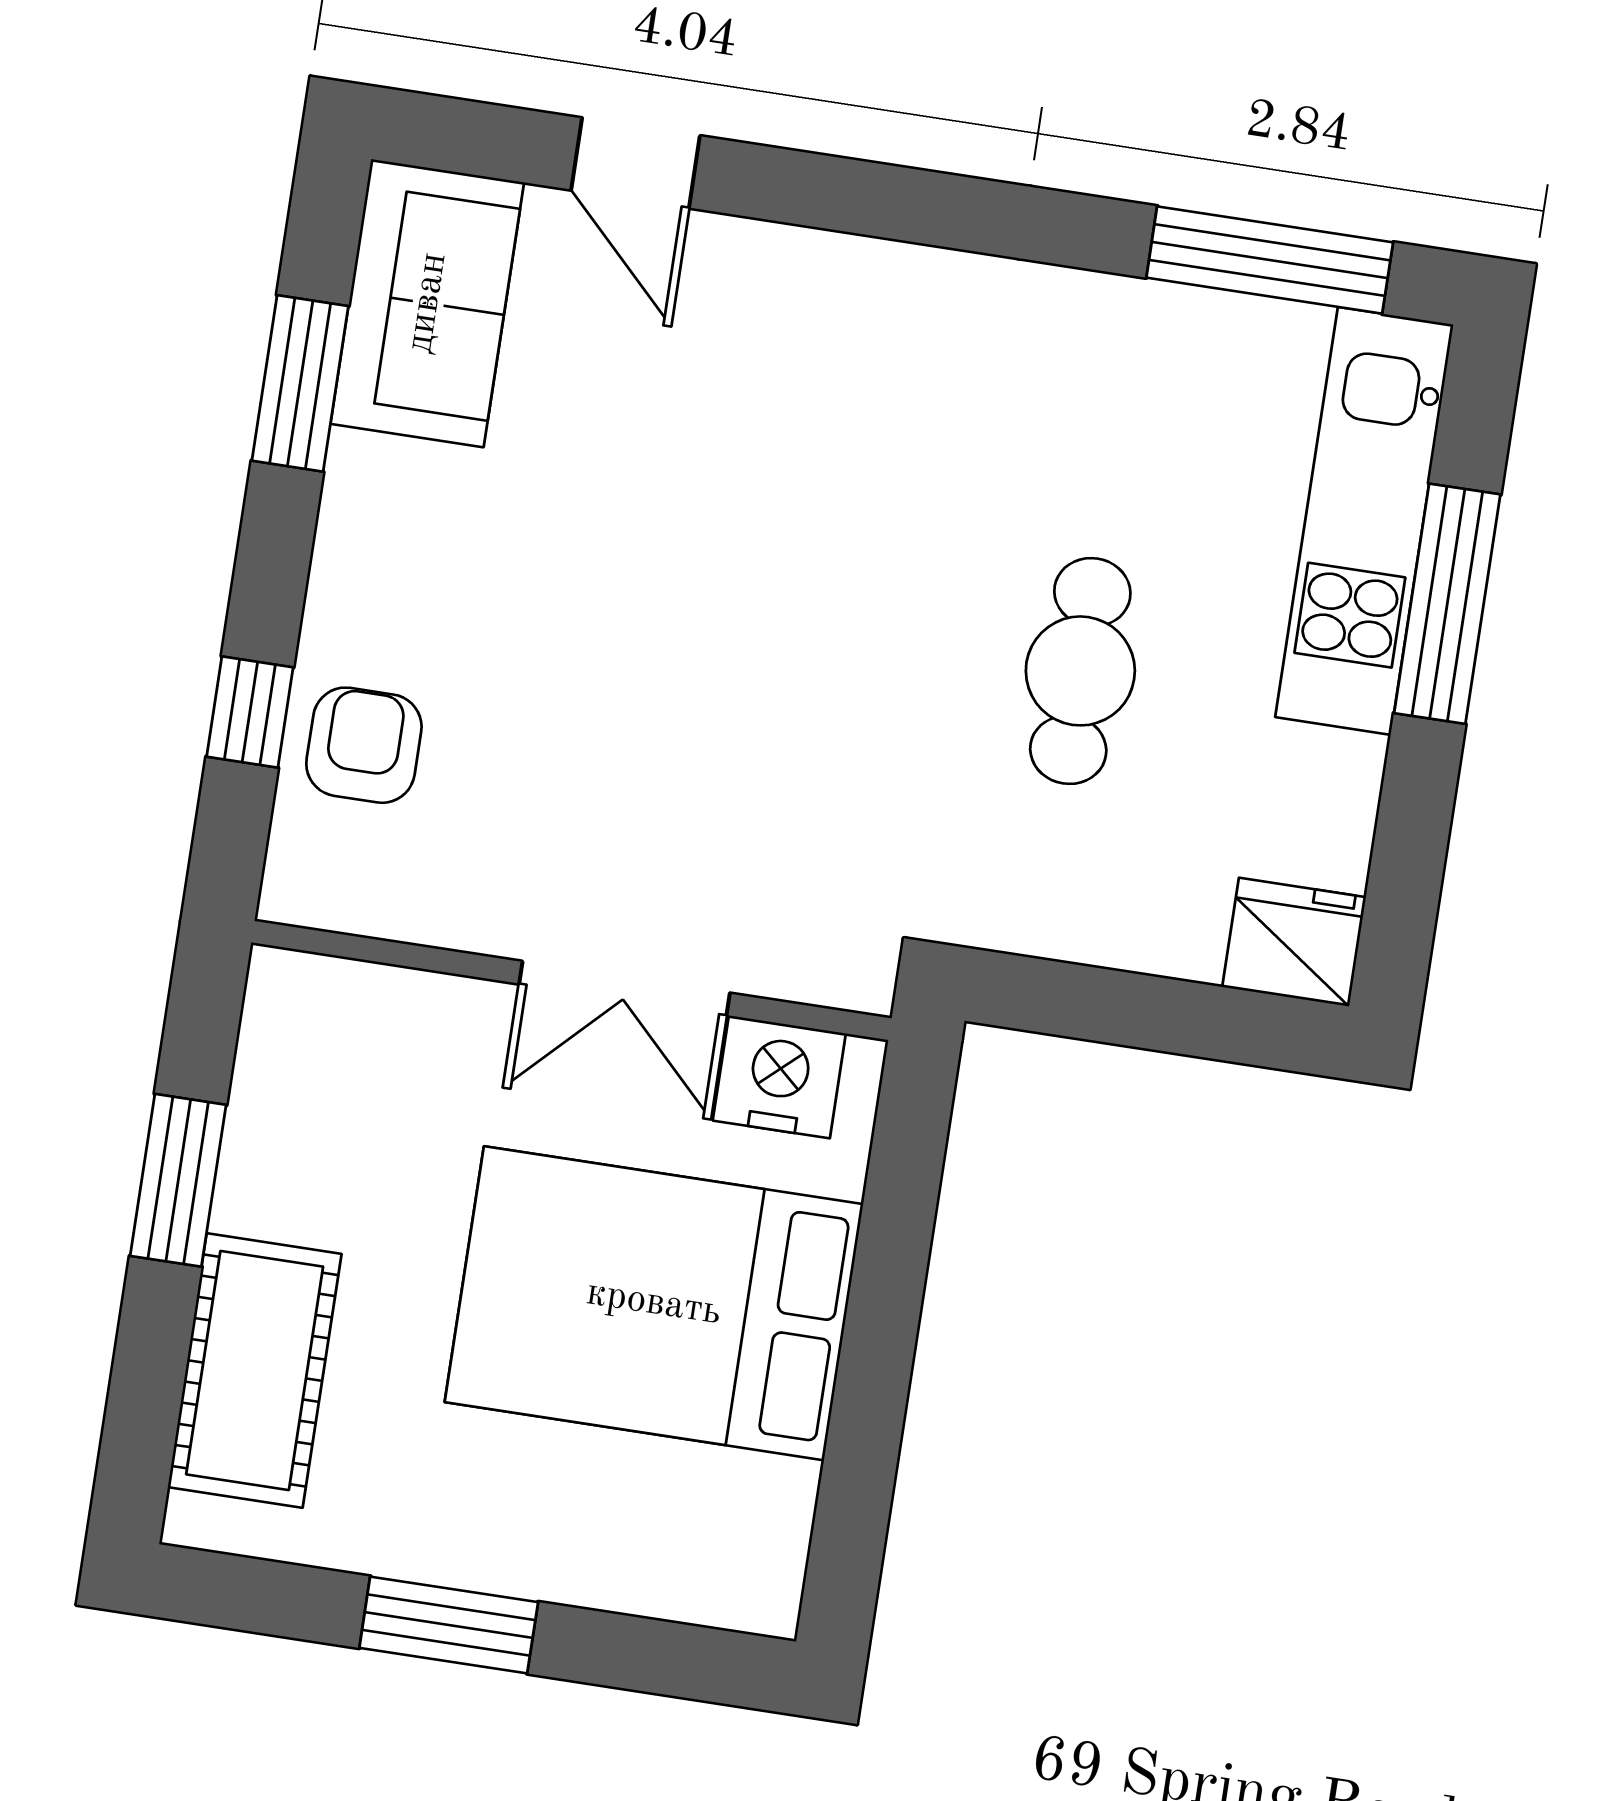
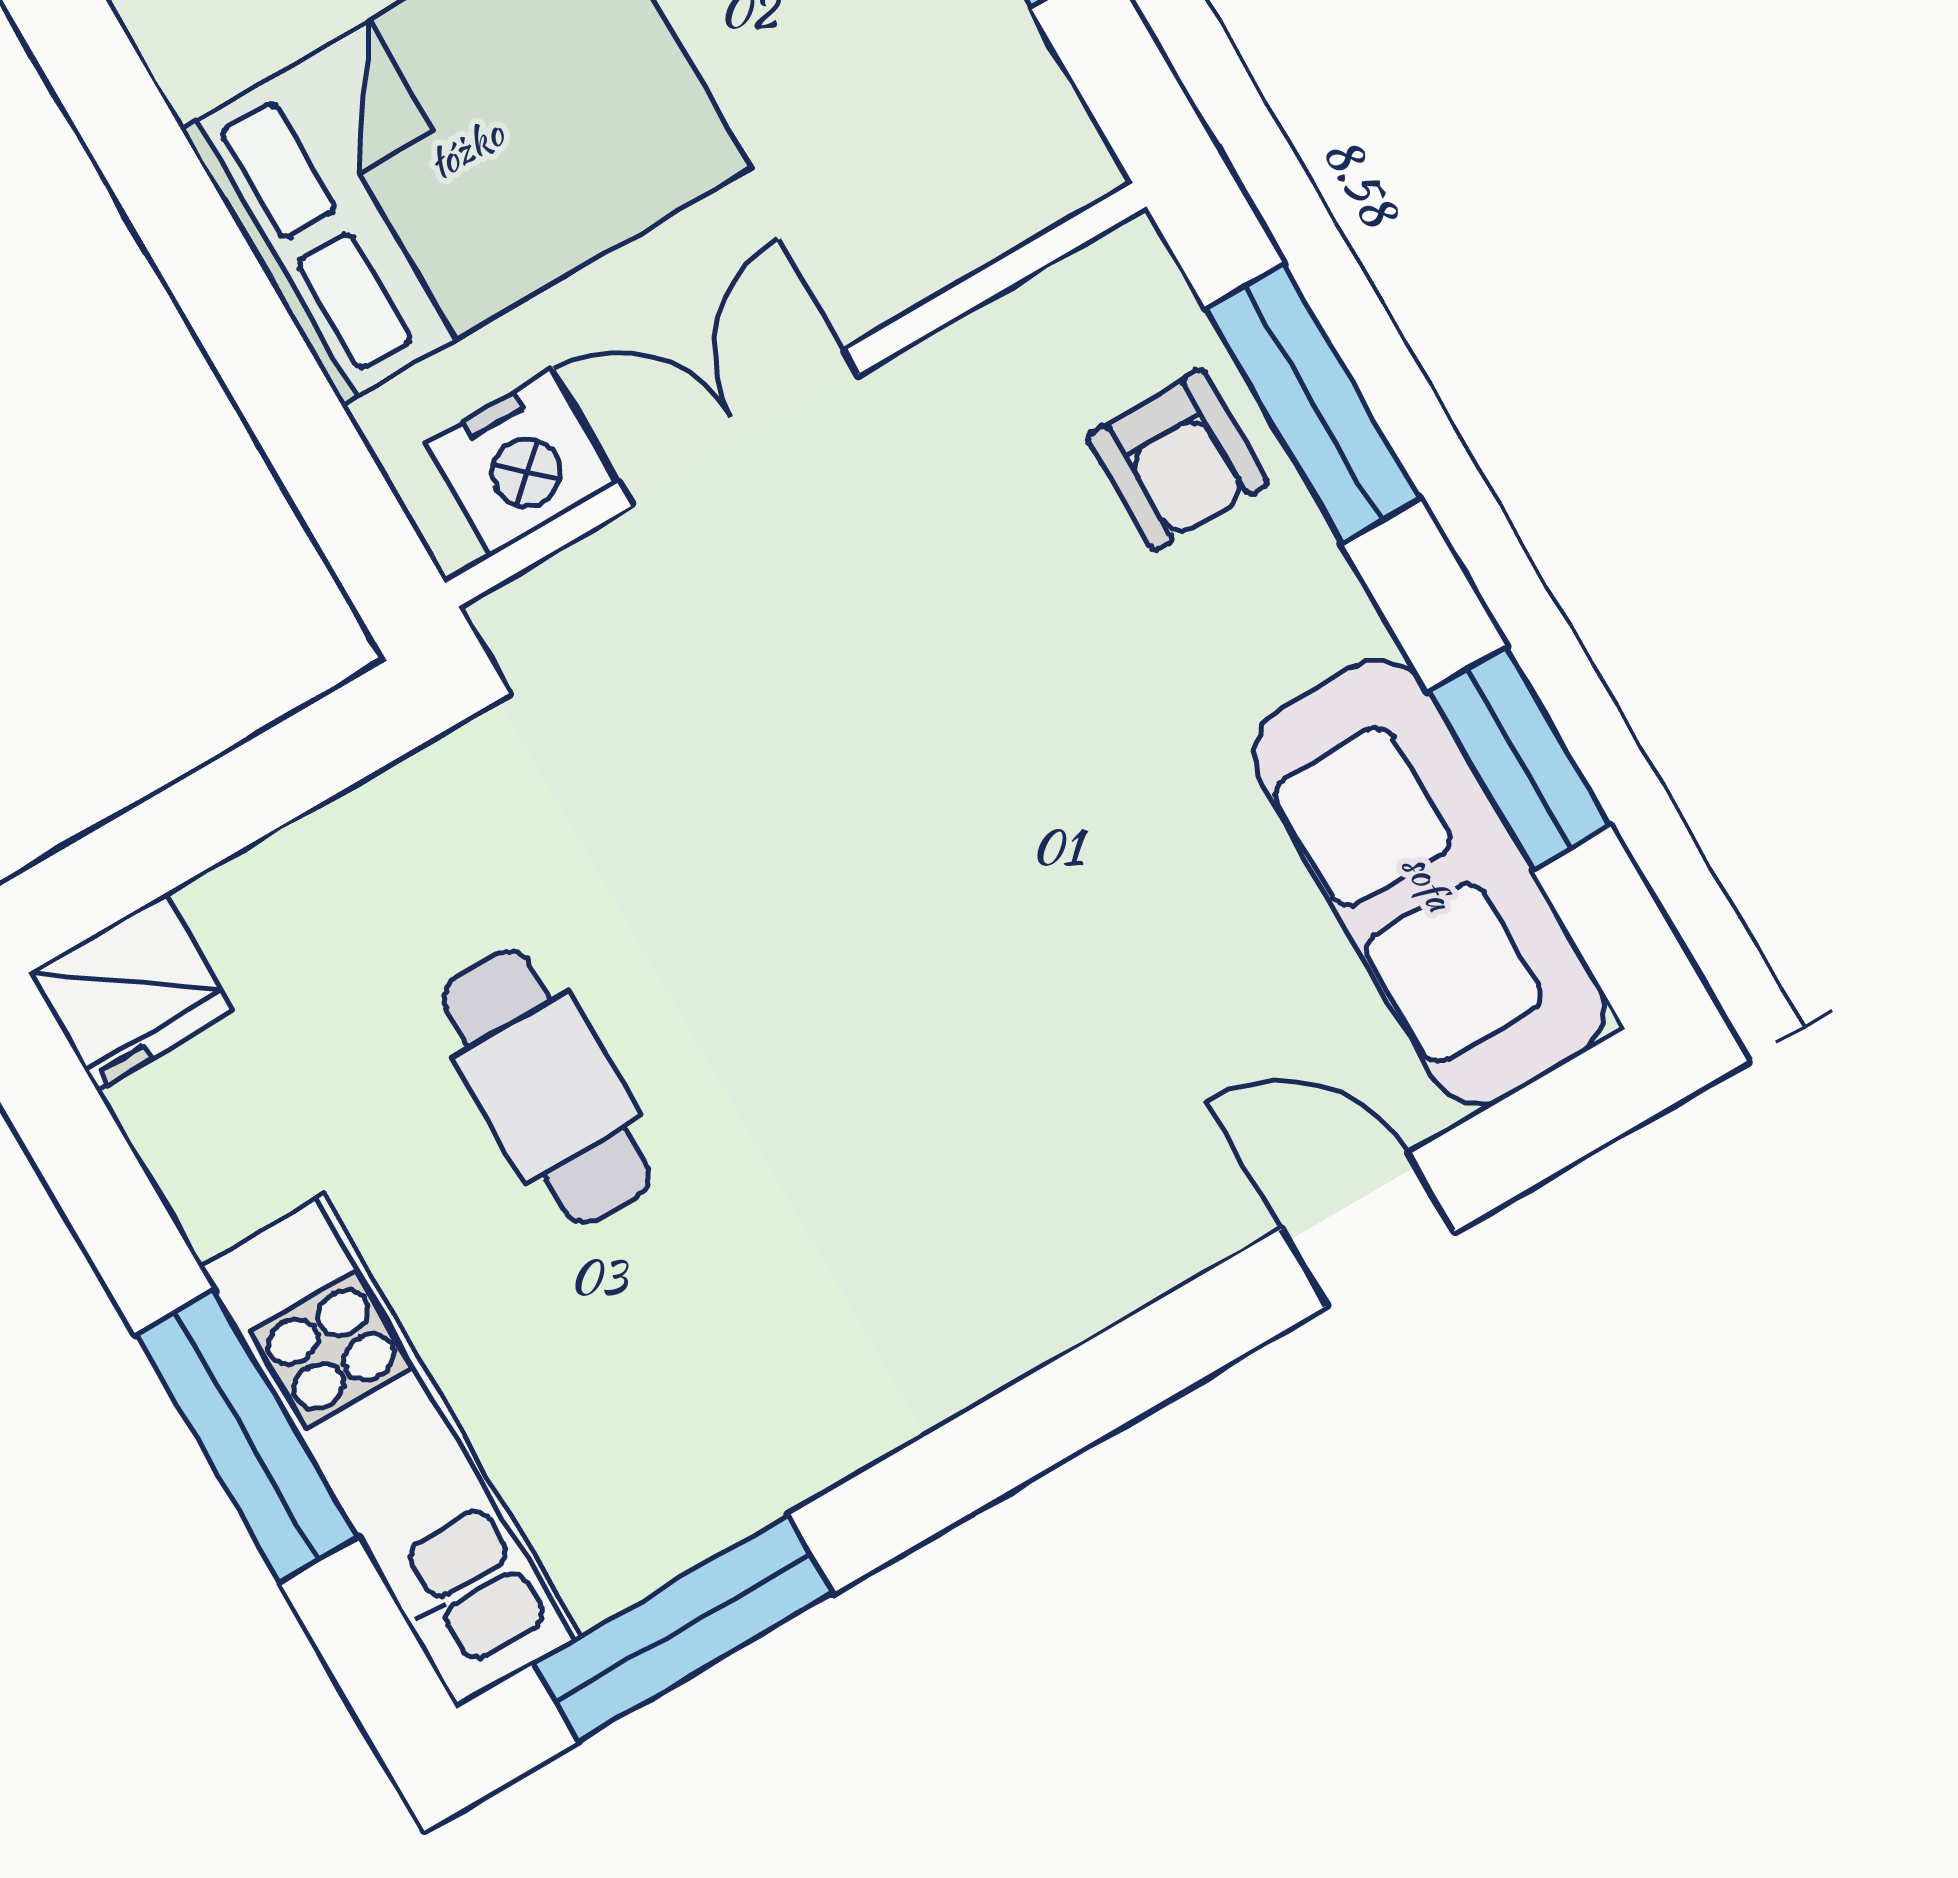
sofa: (427, 303) -> (1429, 882), width x1.36
window: (250, 712) -> (1313, 403), width x2.17

